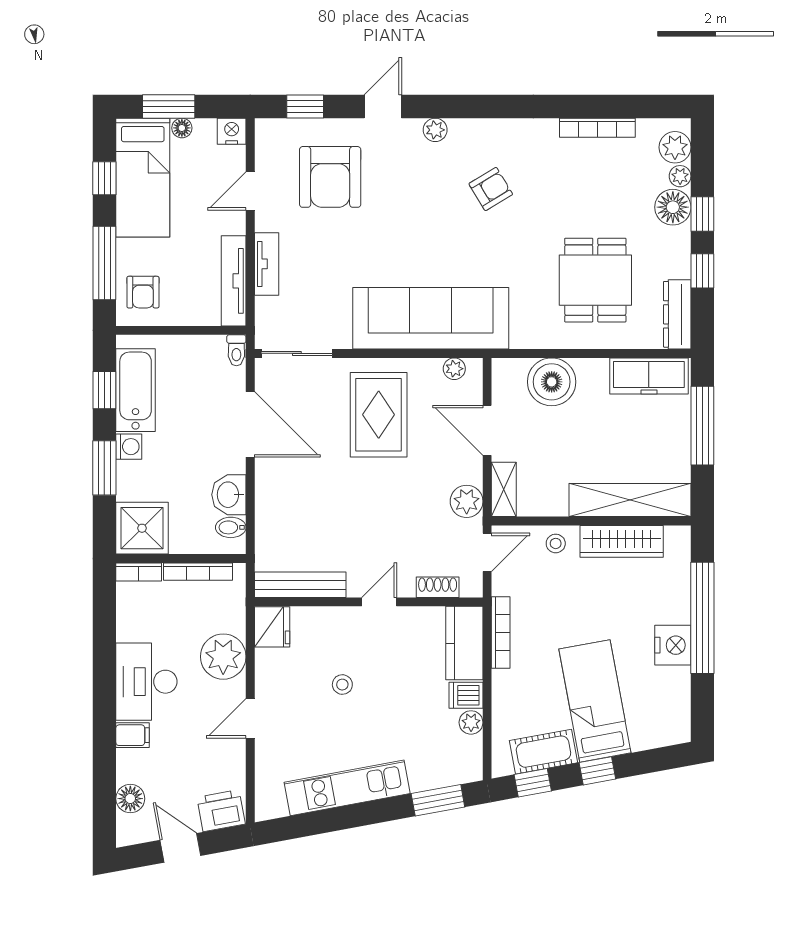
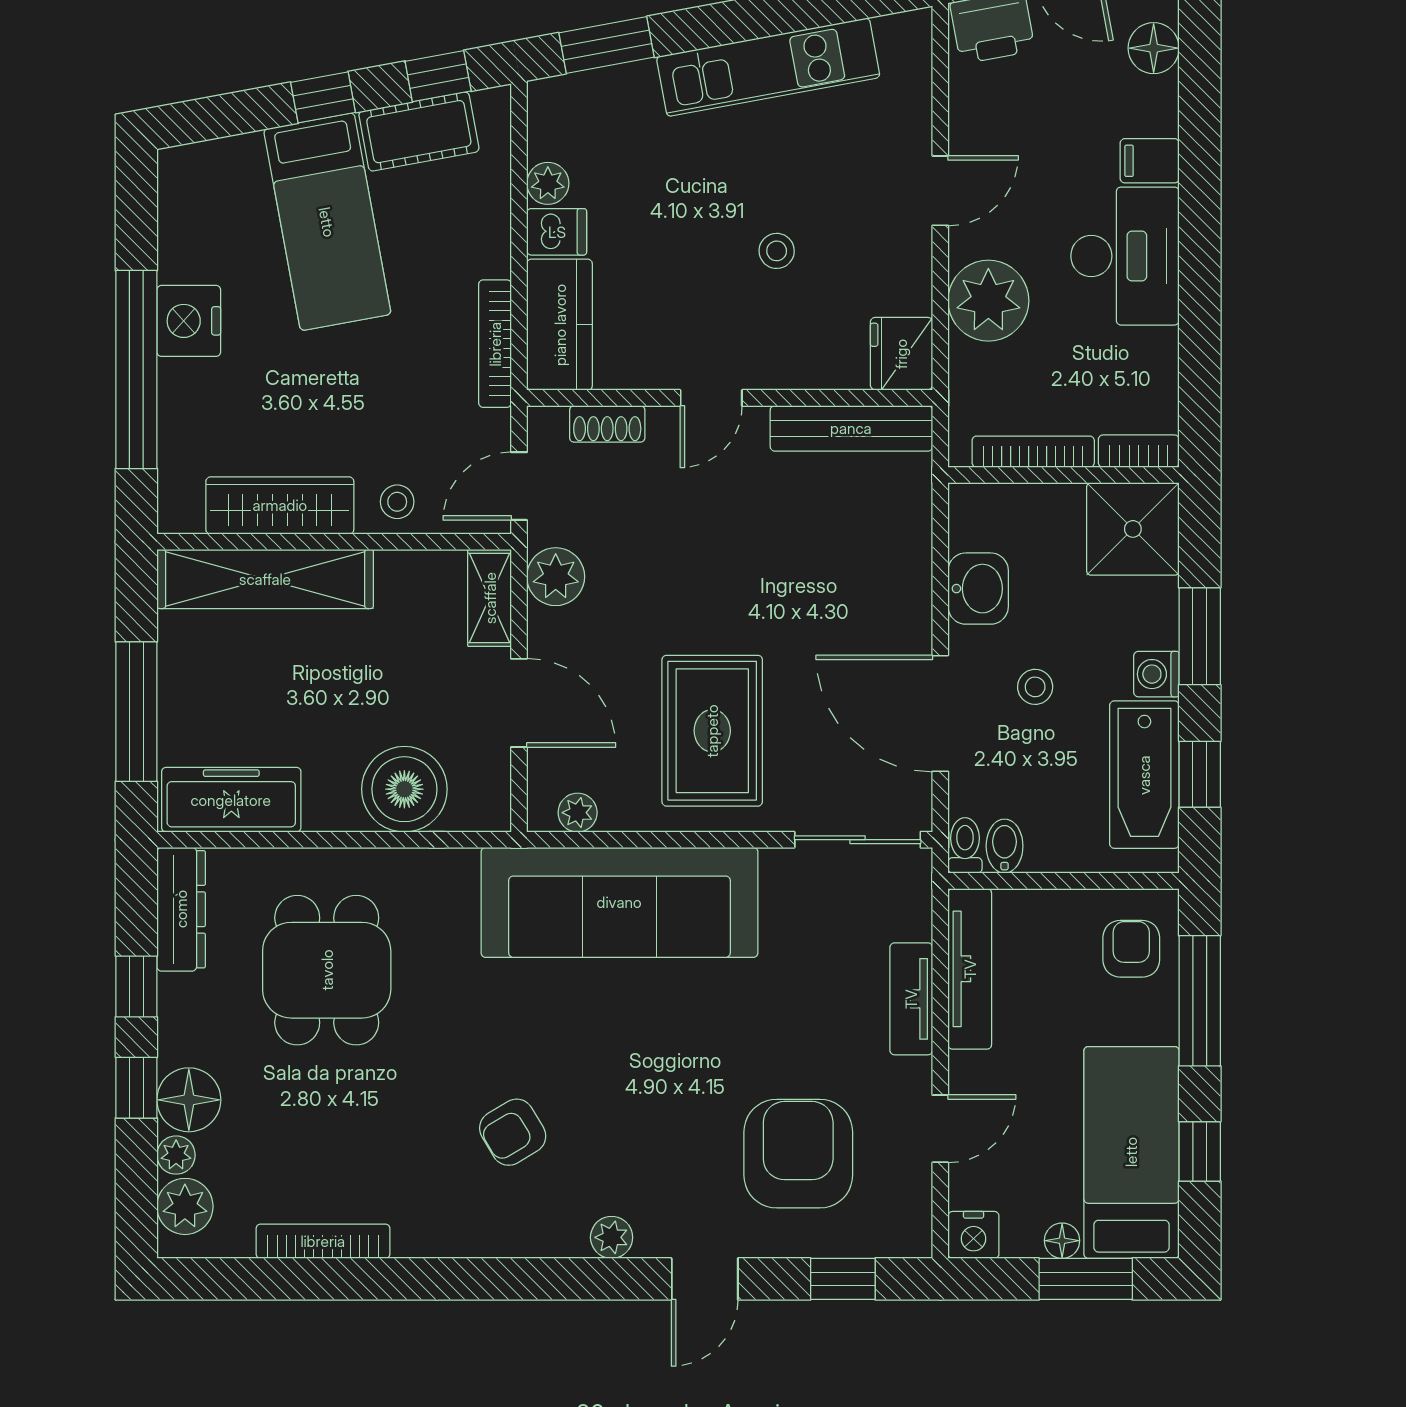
stool: (197, 439) -> (1035, 687), added
bidet: (231, 527) -> (1005, 846), moved, turned -90

